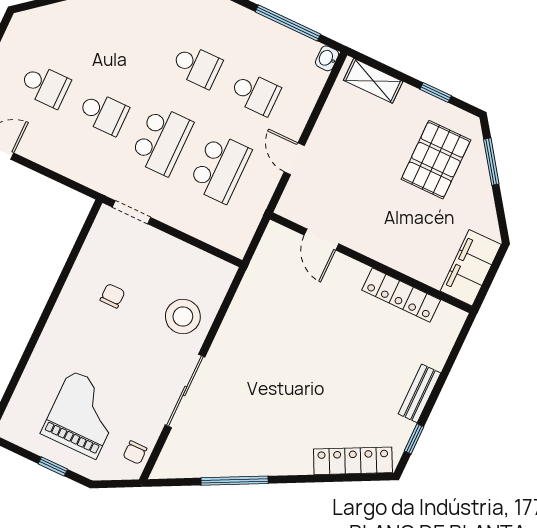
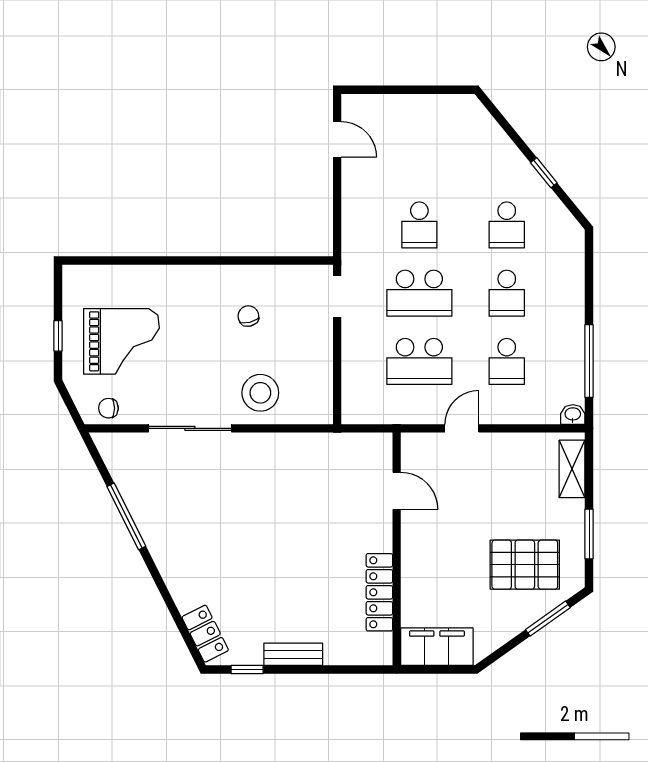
school desk: (45, 86) -> (507, 225), moved
window: (436, 92) -> (589, 534), width x1.50
door: (321, 239) -> (397, 491), swing flipped
chair: (112, 296) -> (248, 316), turned -104
locker: (353, 461) -> (205, 634), width x0.66

